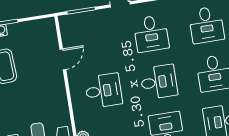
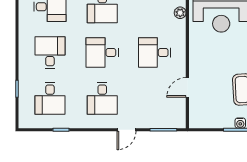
desk: (206, 25) -> (50, 98), turned 180
desk: (151, 34) -> (102, 98), turned 180

